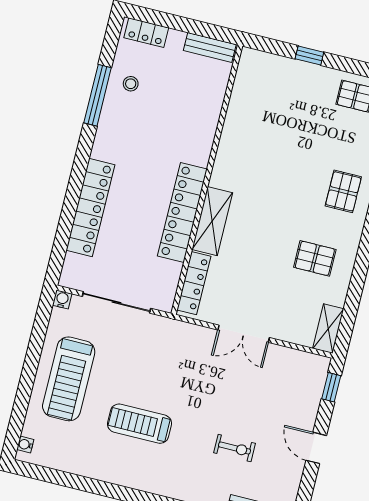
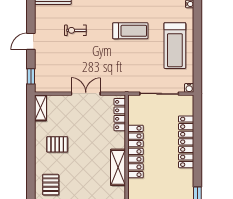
shelving: (212, 221) -> (118, 167), moved
treadmill: (69, 379) -> (175, 46), turned 180
door: (316, 448) -> (31, 41), swing flipped

